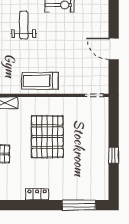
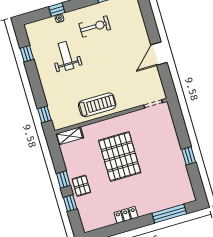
door: (114, 49) -> (159, 54), hinge flipped
treadmill: (40, 81) -> (97, 105), turned 180

